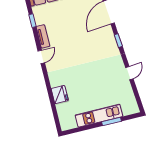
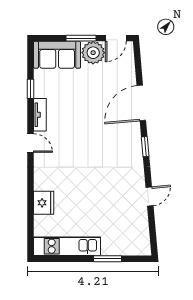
door: (41, 57) -> (31, 143), hinge flipped
kitchen unit: (99, 116) -> (67, 246), moved

